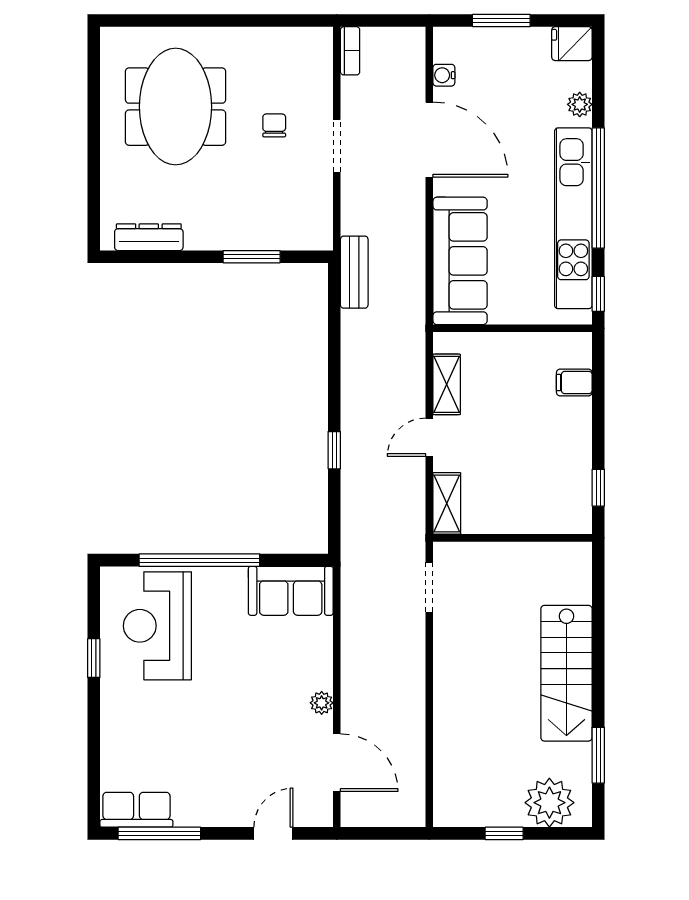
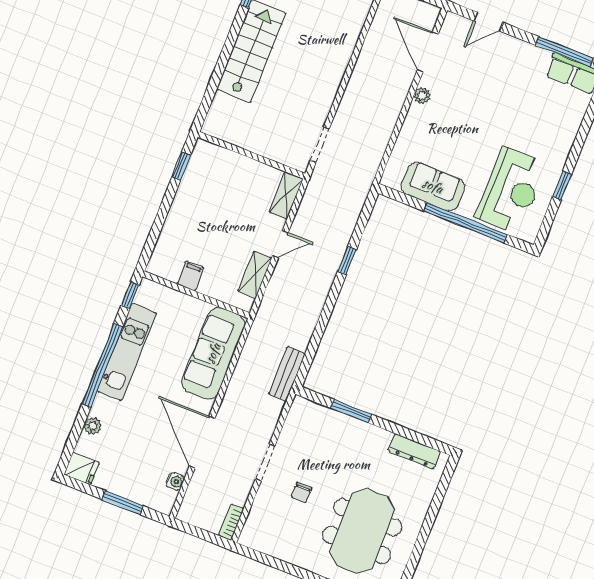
kitchen unit: (573, 218) -> (127, 352), width x0.73
filing cabinet: (574, 383) -> (190, 276), moved, turned -90
sofa: (291, 591) -> (433, 186), moved

